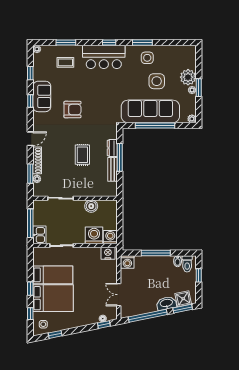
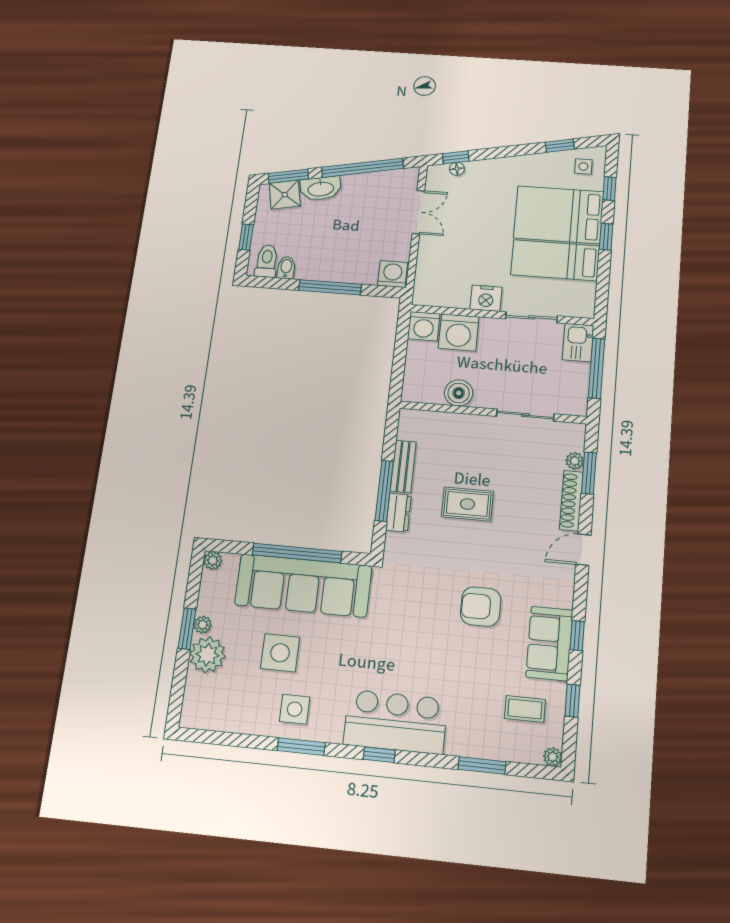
coffee table: (65, 62) -> (525, 709), moved
rug: (82, 155) -> (467, 504), turned 90
nightstand: (108, 253) -> (486, 298), moved

